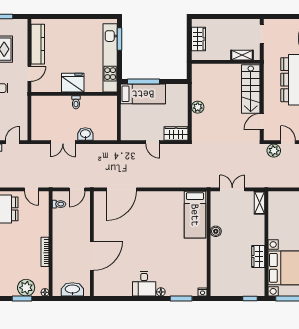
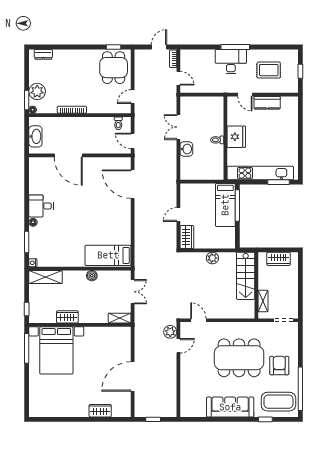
kitchen counter: (38, 44) -> (267, 103), width x0.67
stairs: (251, 89) -> (246, 276), moved, turned -90
shelving: (217, 279) -> (46, 277), added
window: (22, 299) -> (27, 100), moved

